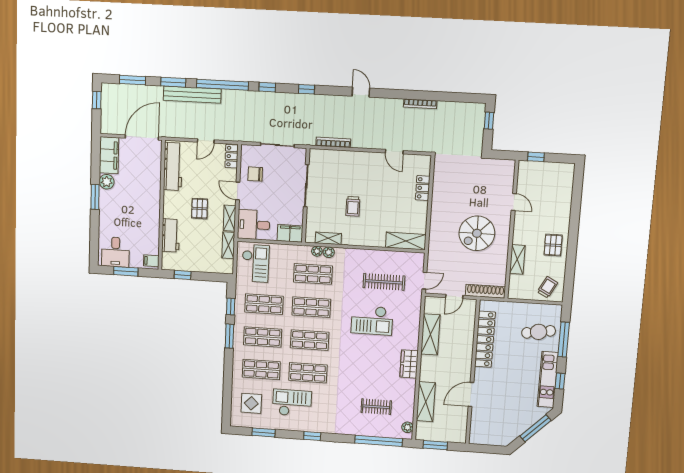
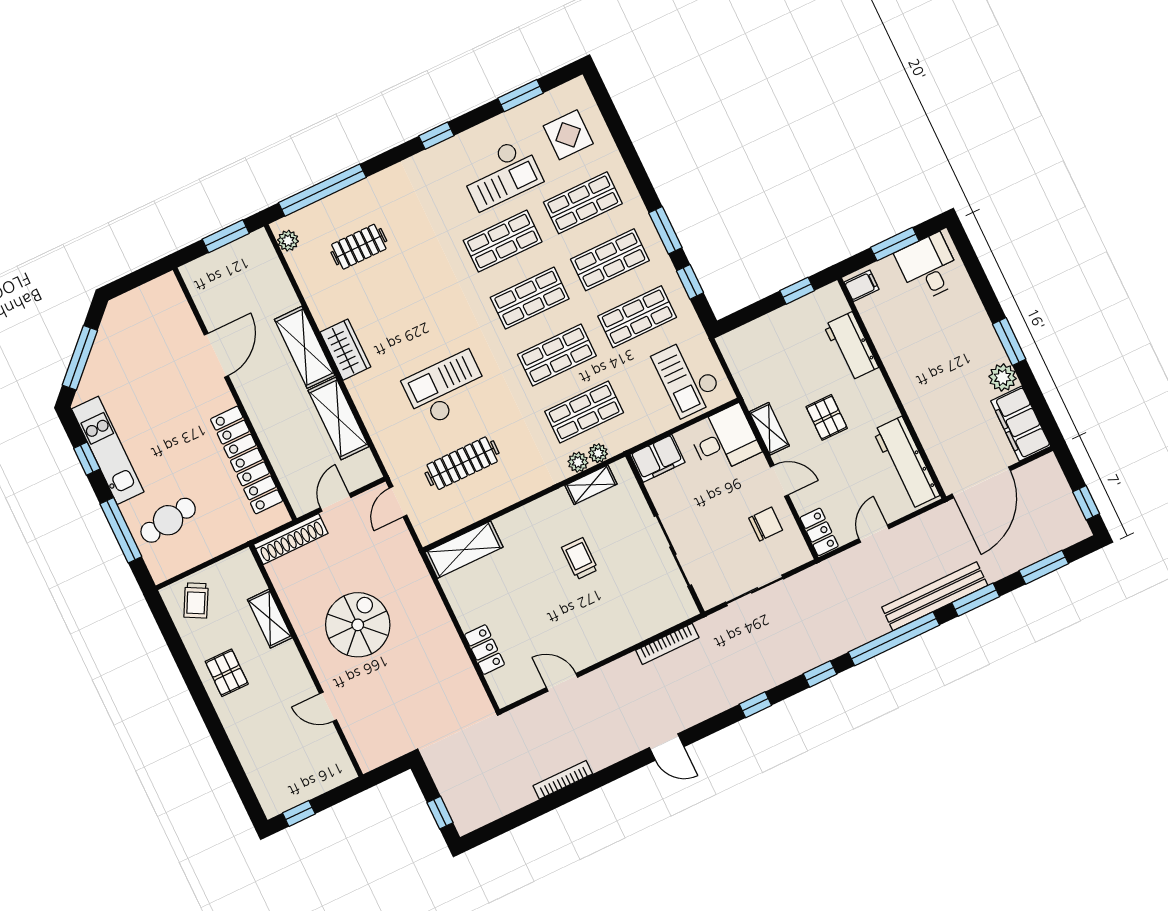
window: (536, 157) -> (299, 813), moved
shelving: (228, 245) -> (748, 383), removed
shelving: (426, 402) -> (305, 347), moved

